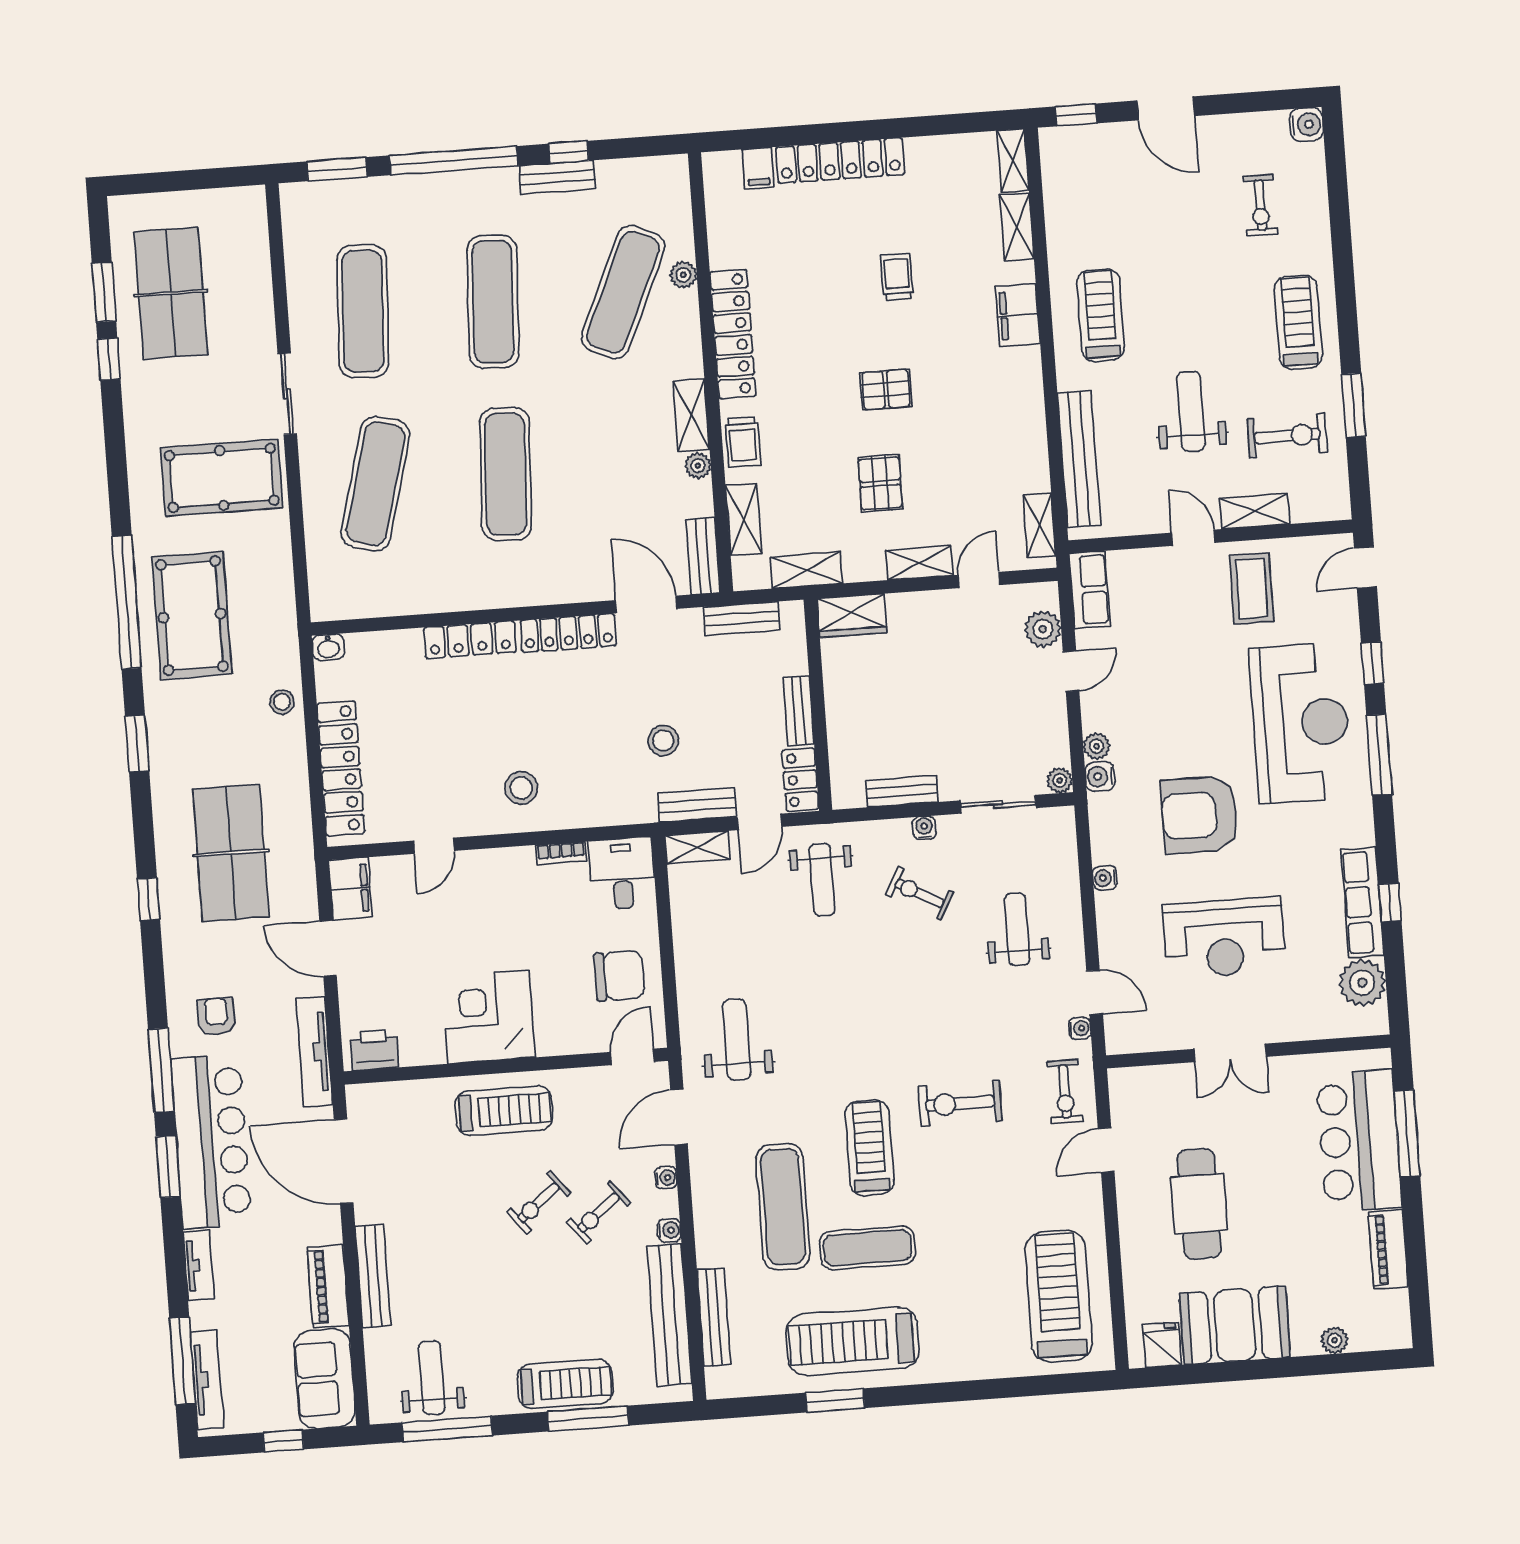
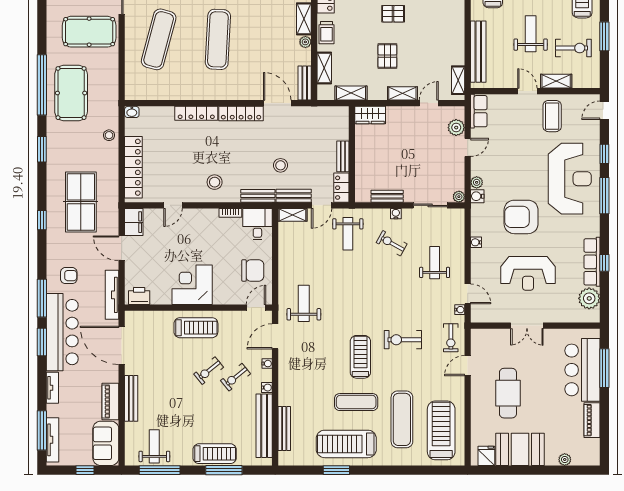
bench: (742, 618) -> (258, 196), moved
armchair: (216, 1017) -> (69, 276), turned 90
exercise mat: (783, 1207) -> (402, 419), moved

